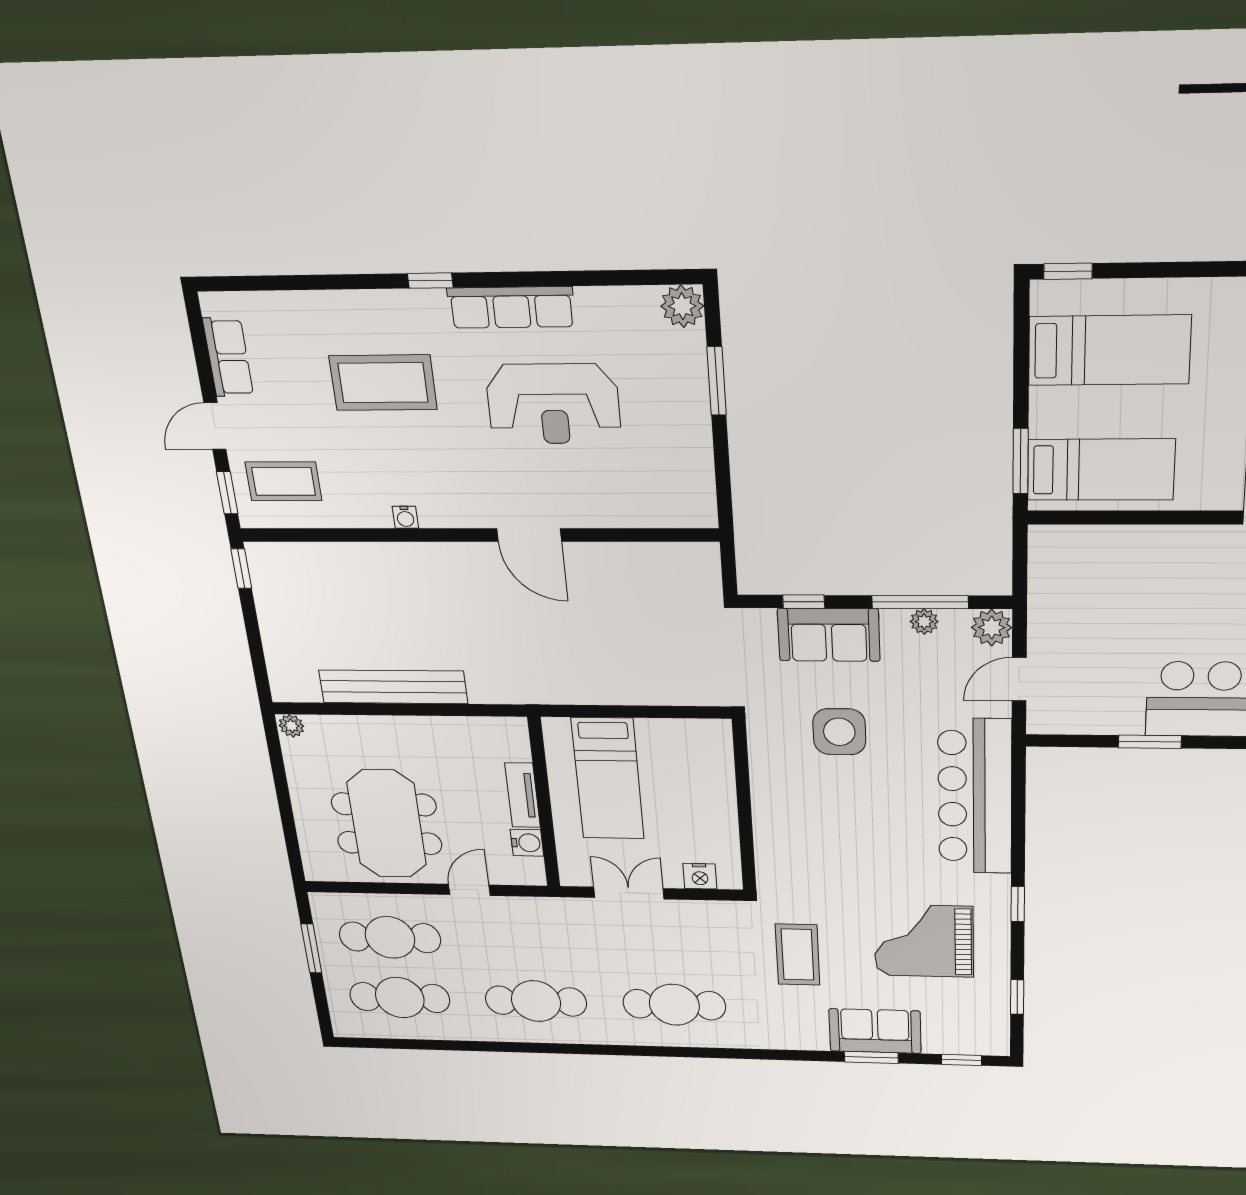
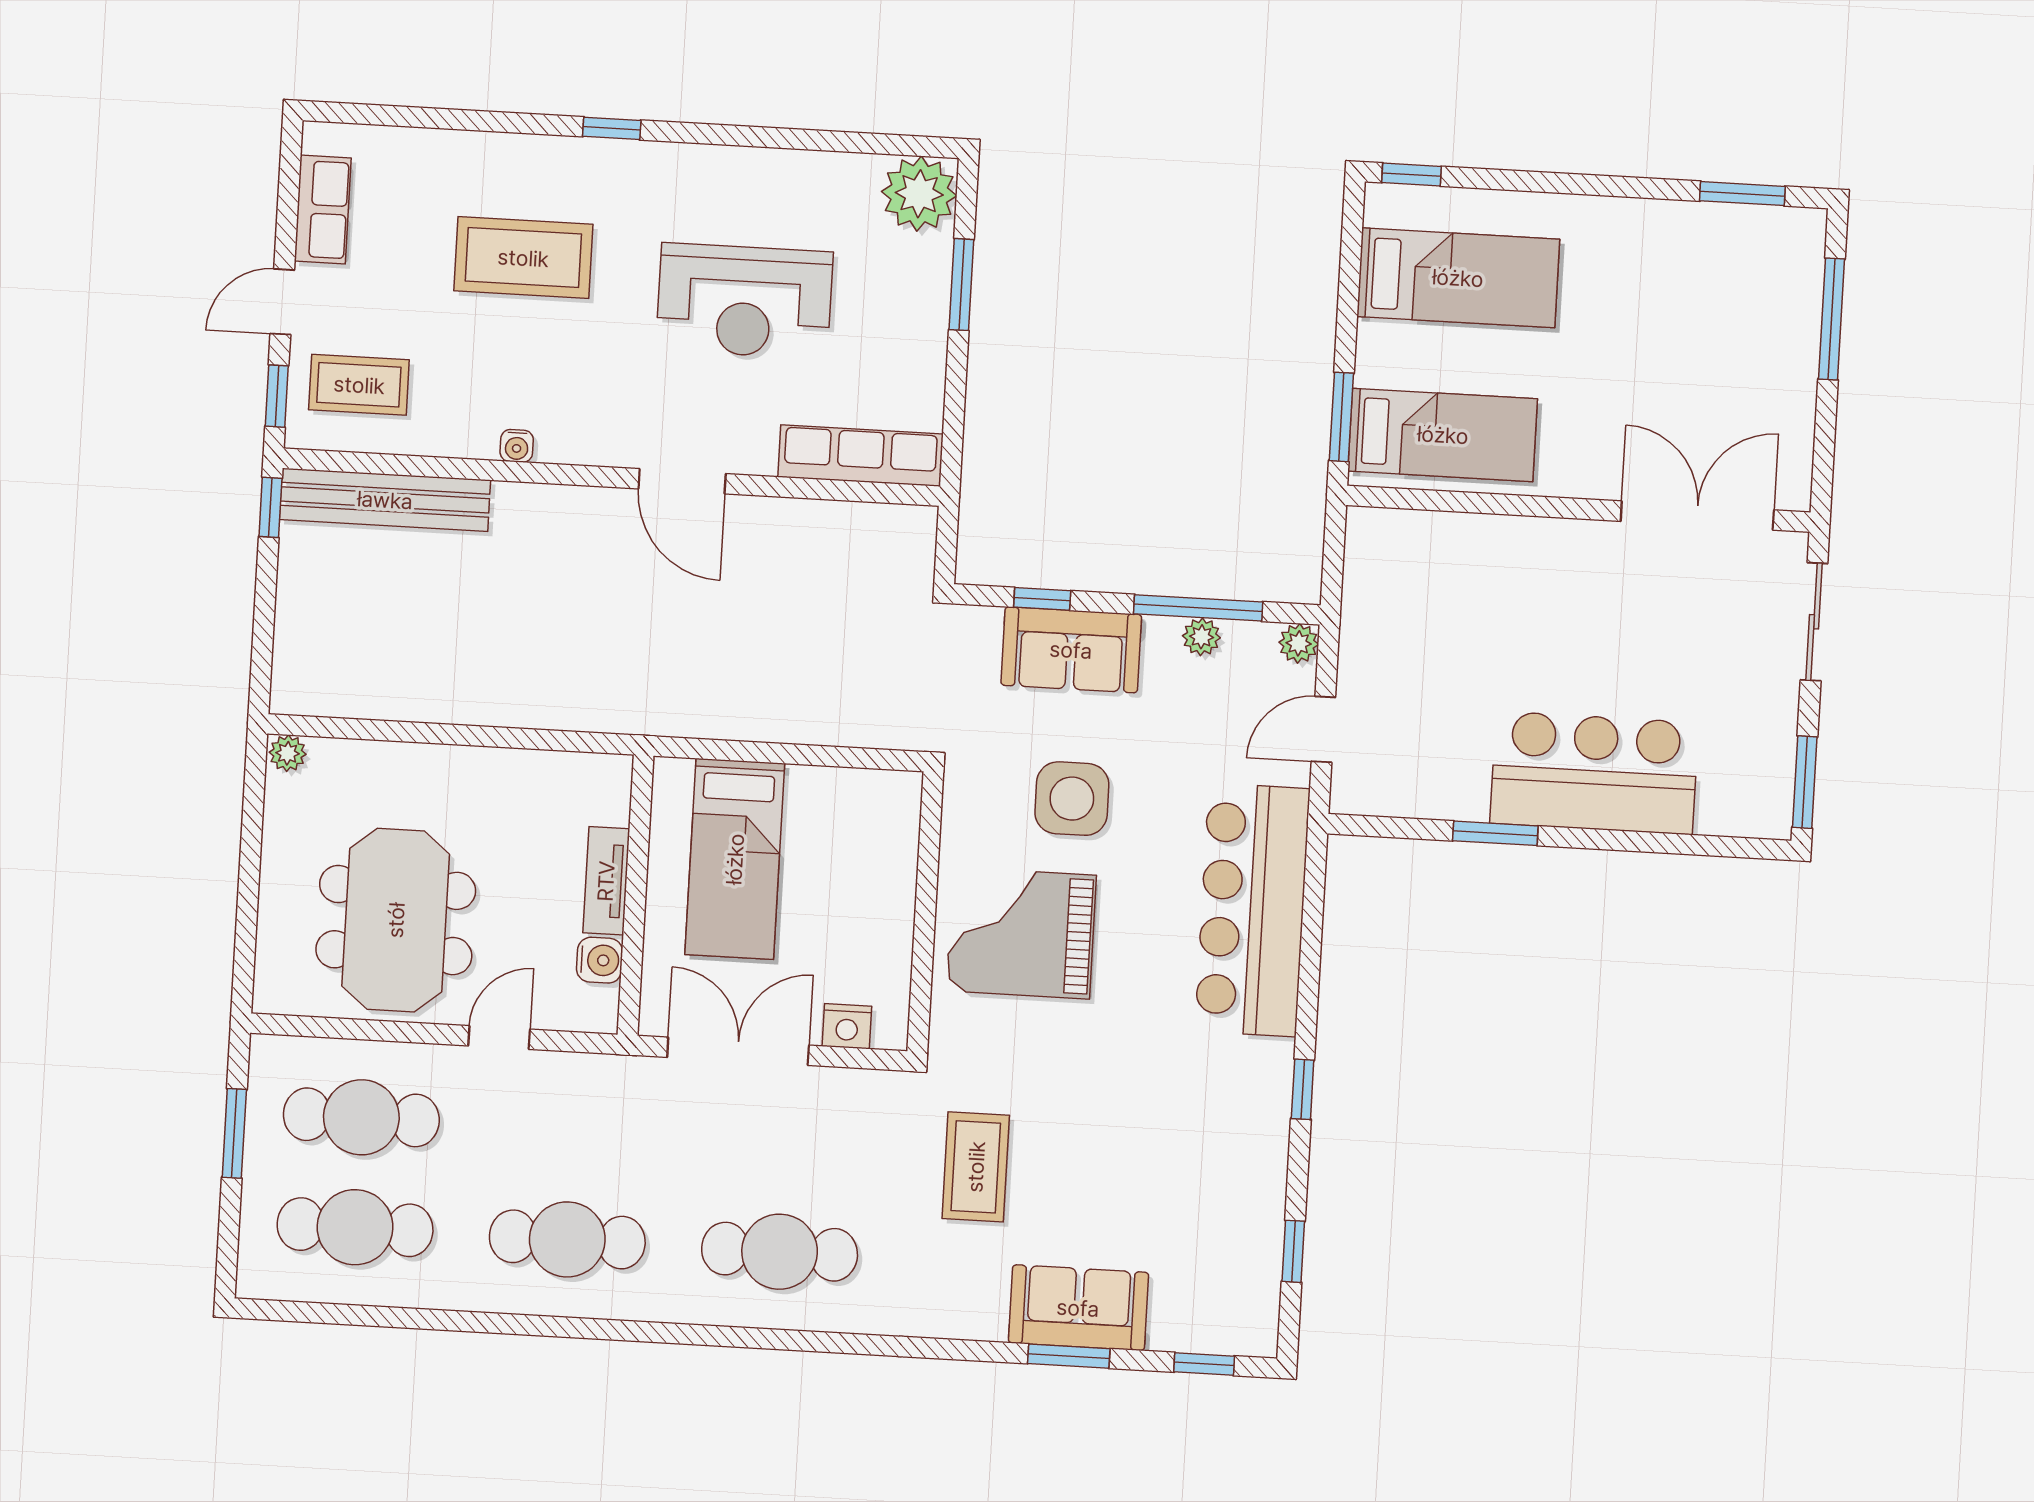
plant: (682, 306) -> (919, 194), width x1.36, depth x1.36
row of seats: (511, 307) -> (861, 456), moved, turned 180
plant: (992, 628) -> (1299, 643), width x0.73, depth x0.73
bench: (393, 687) -> (385, 500), moved
double door: (629, 893) -> (738, 1051), width x1.37
grand piano: (924, 941) -> (1021, 933), moved

